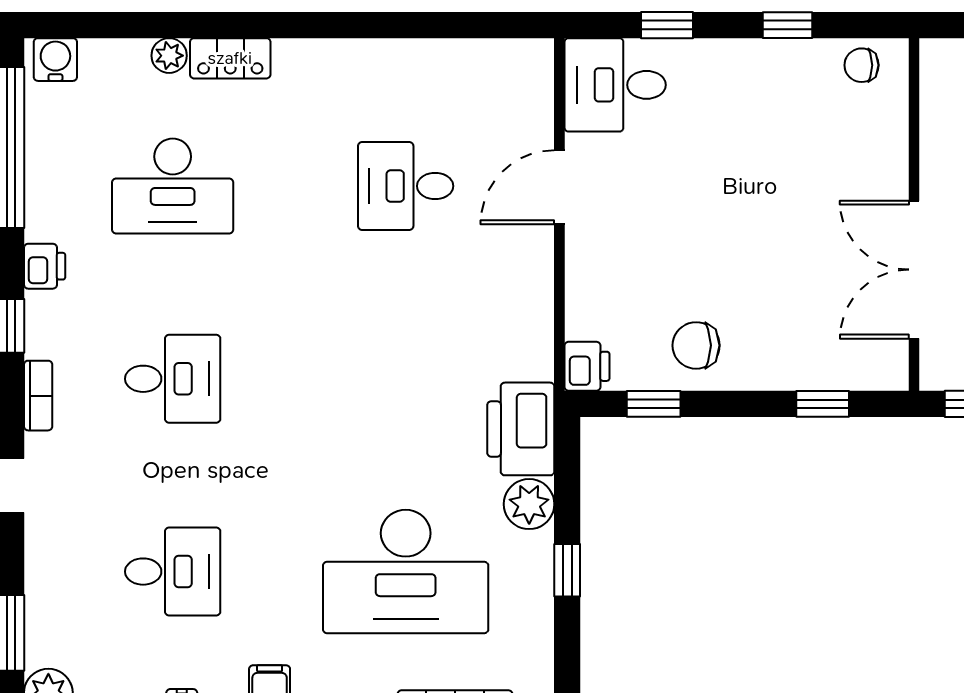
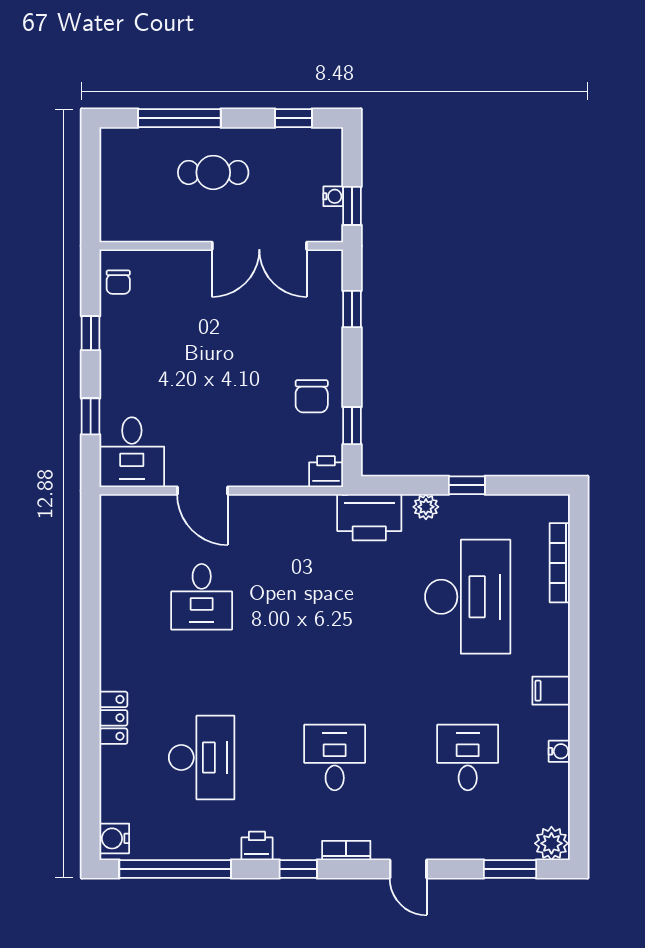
plant: (169, 56) -> (112, 760), removed
plant: (529, 504) -> (426, 507), width x0.73, depth x0.73

